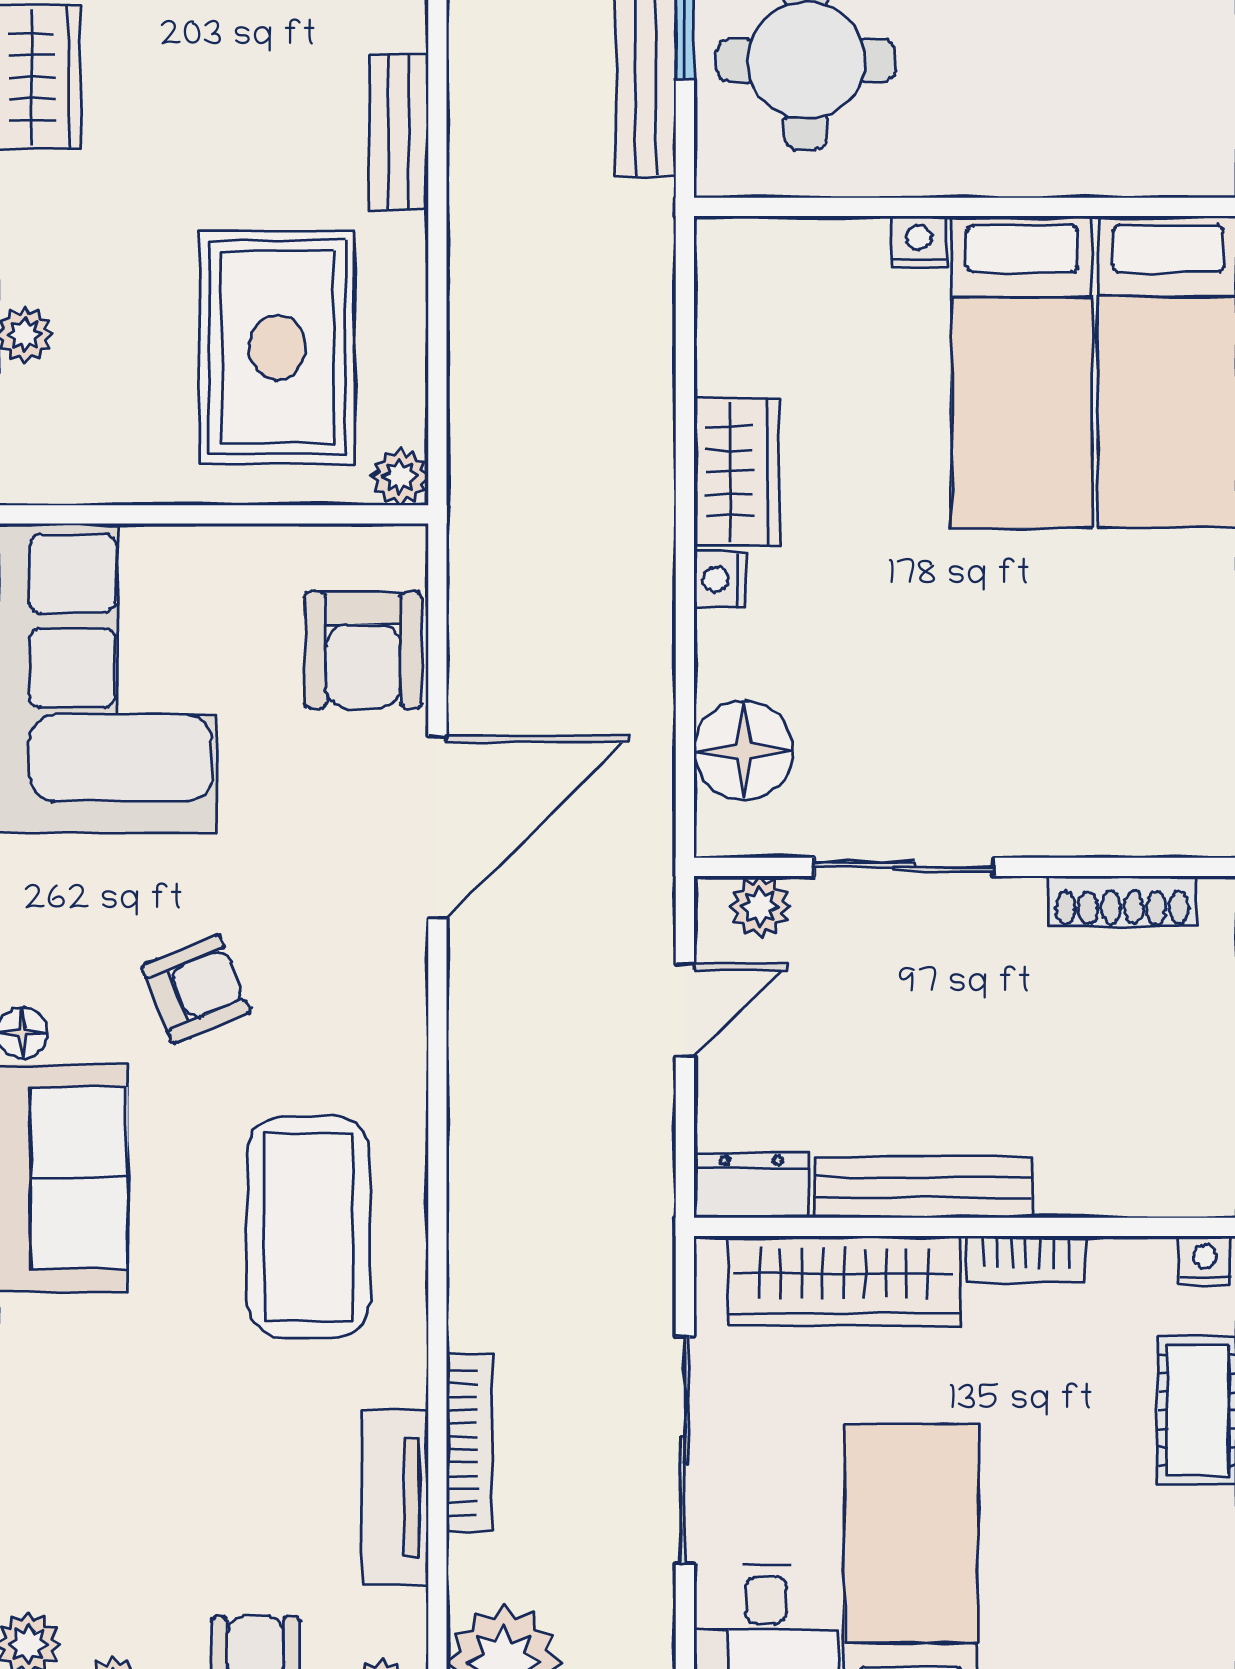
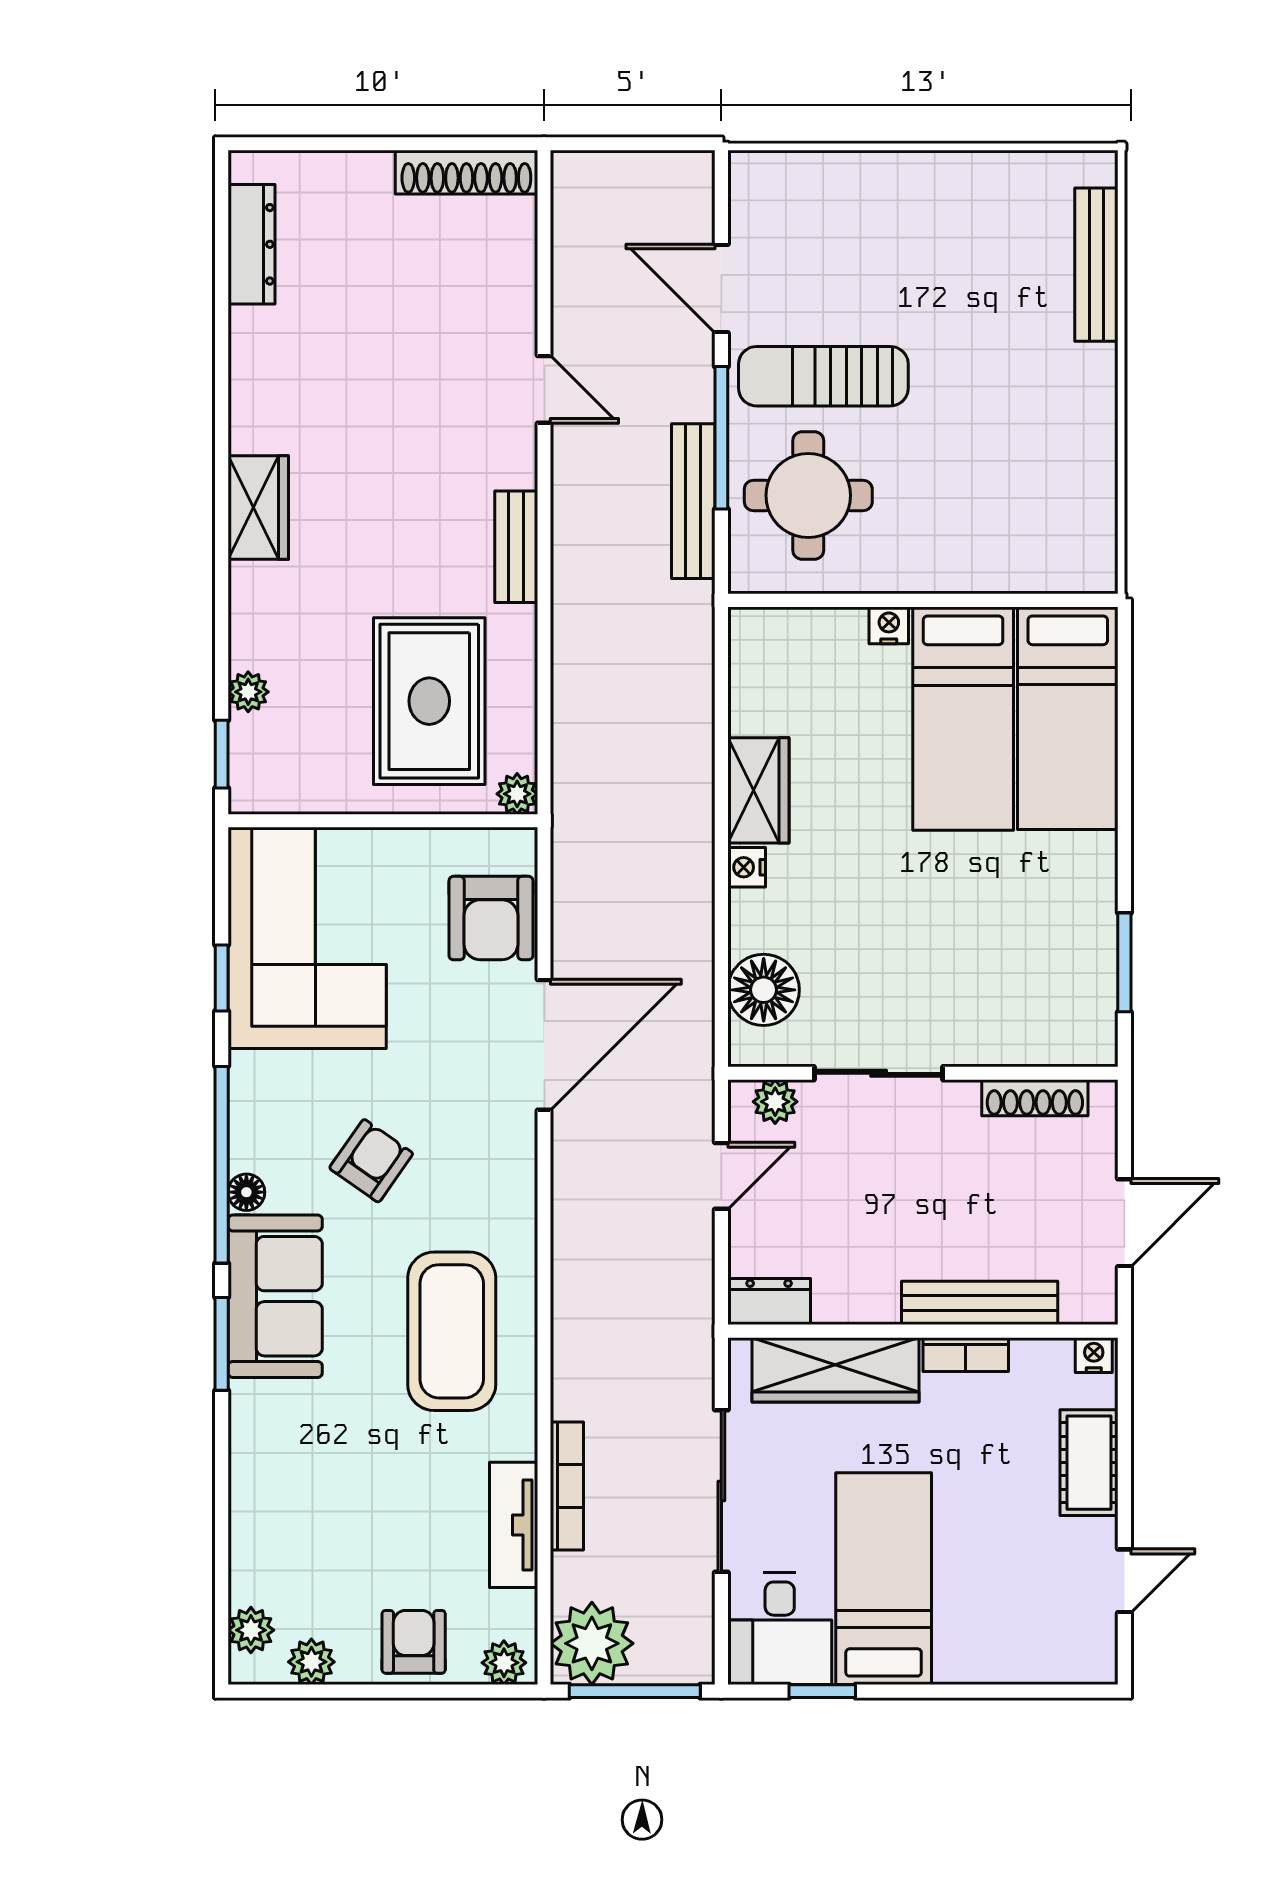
armchair: (196, 989) -> (371, 1161), turned -33
bench: (924, 1187) -> (980, 1303), moved

